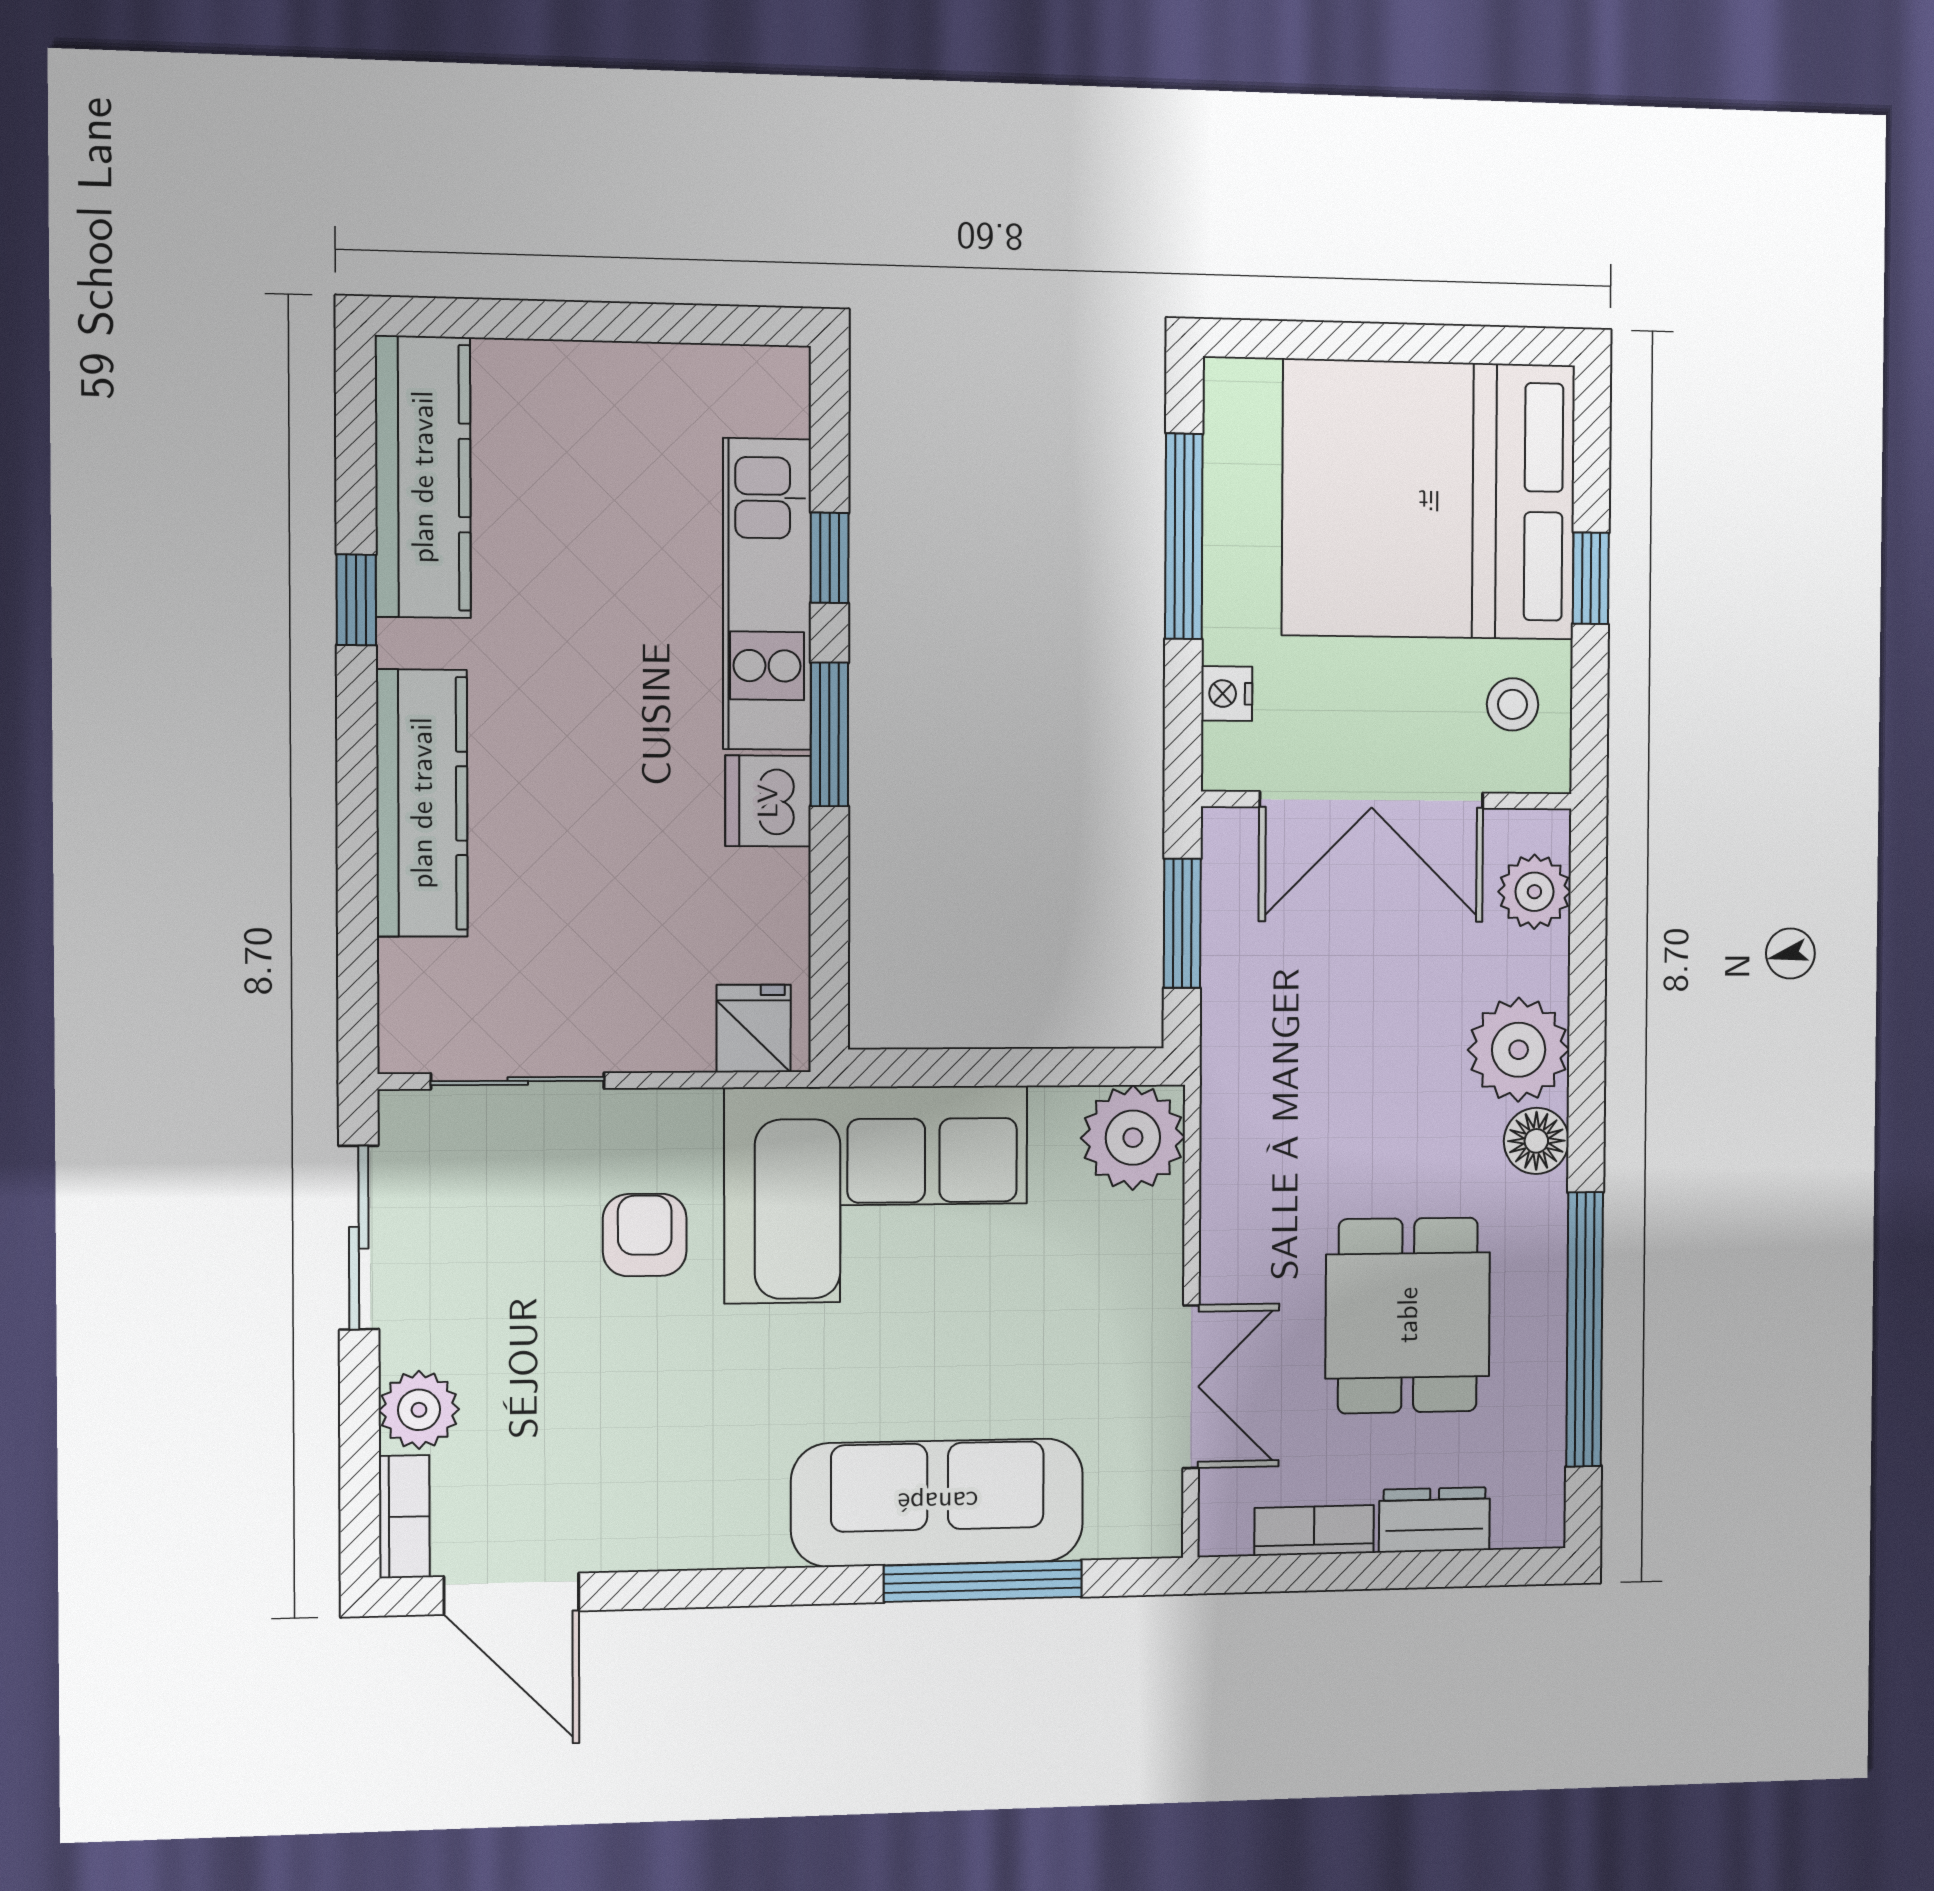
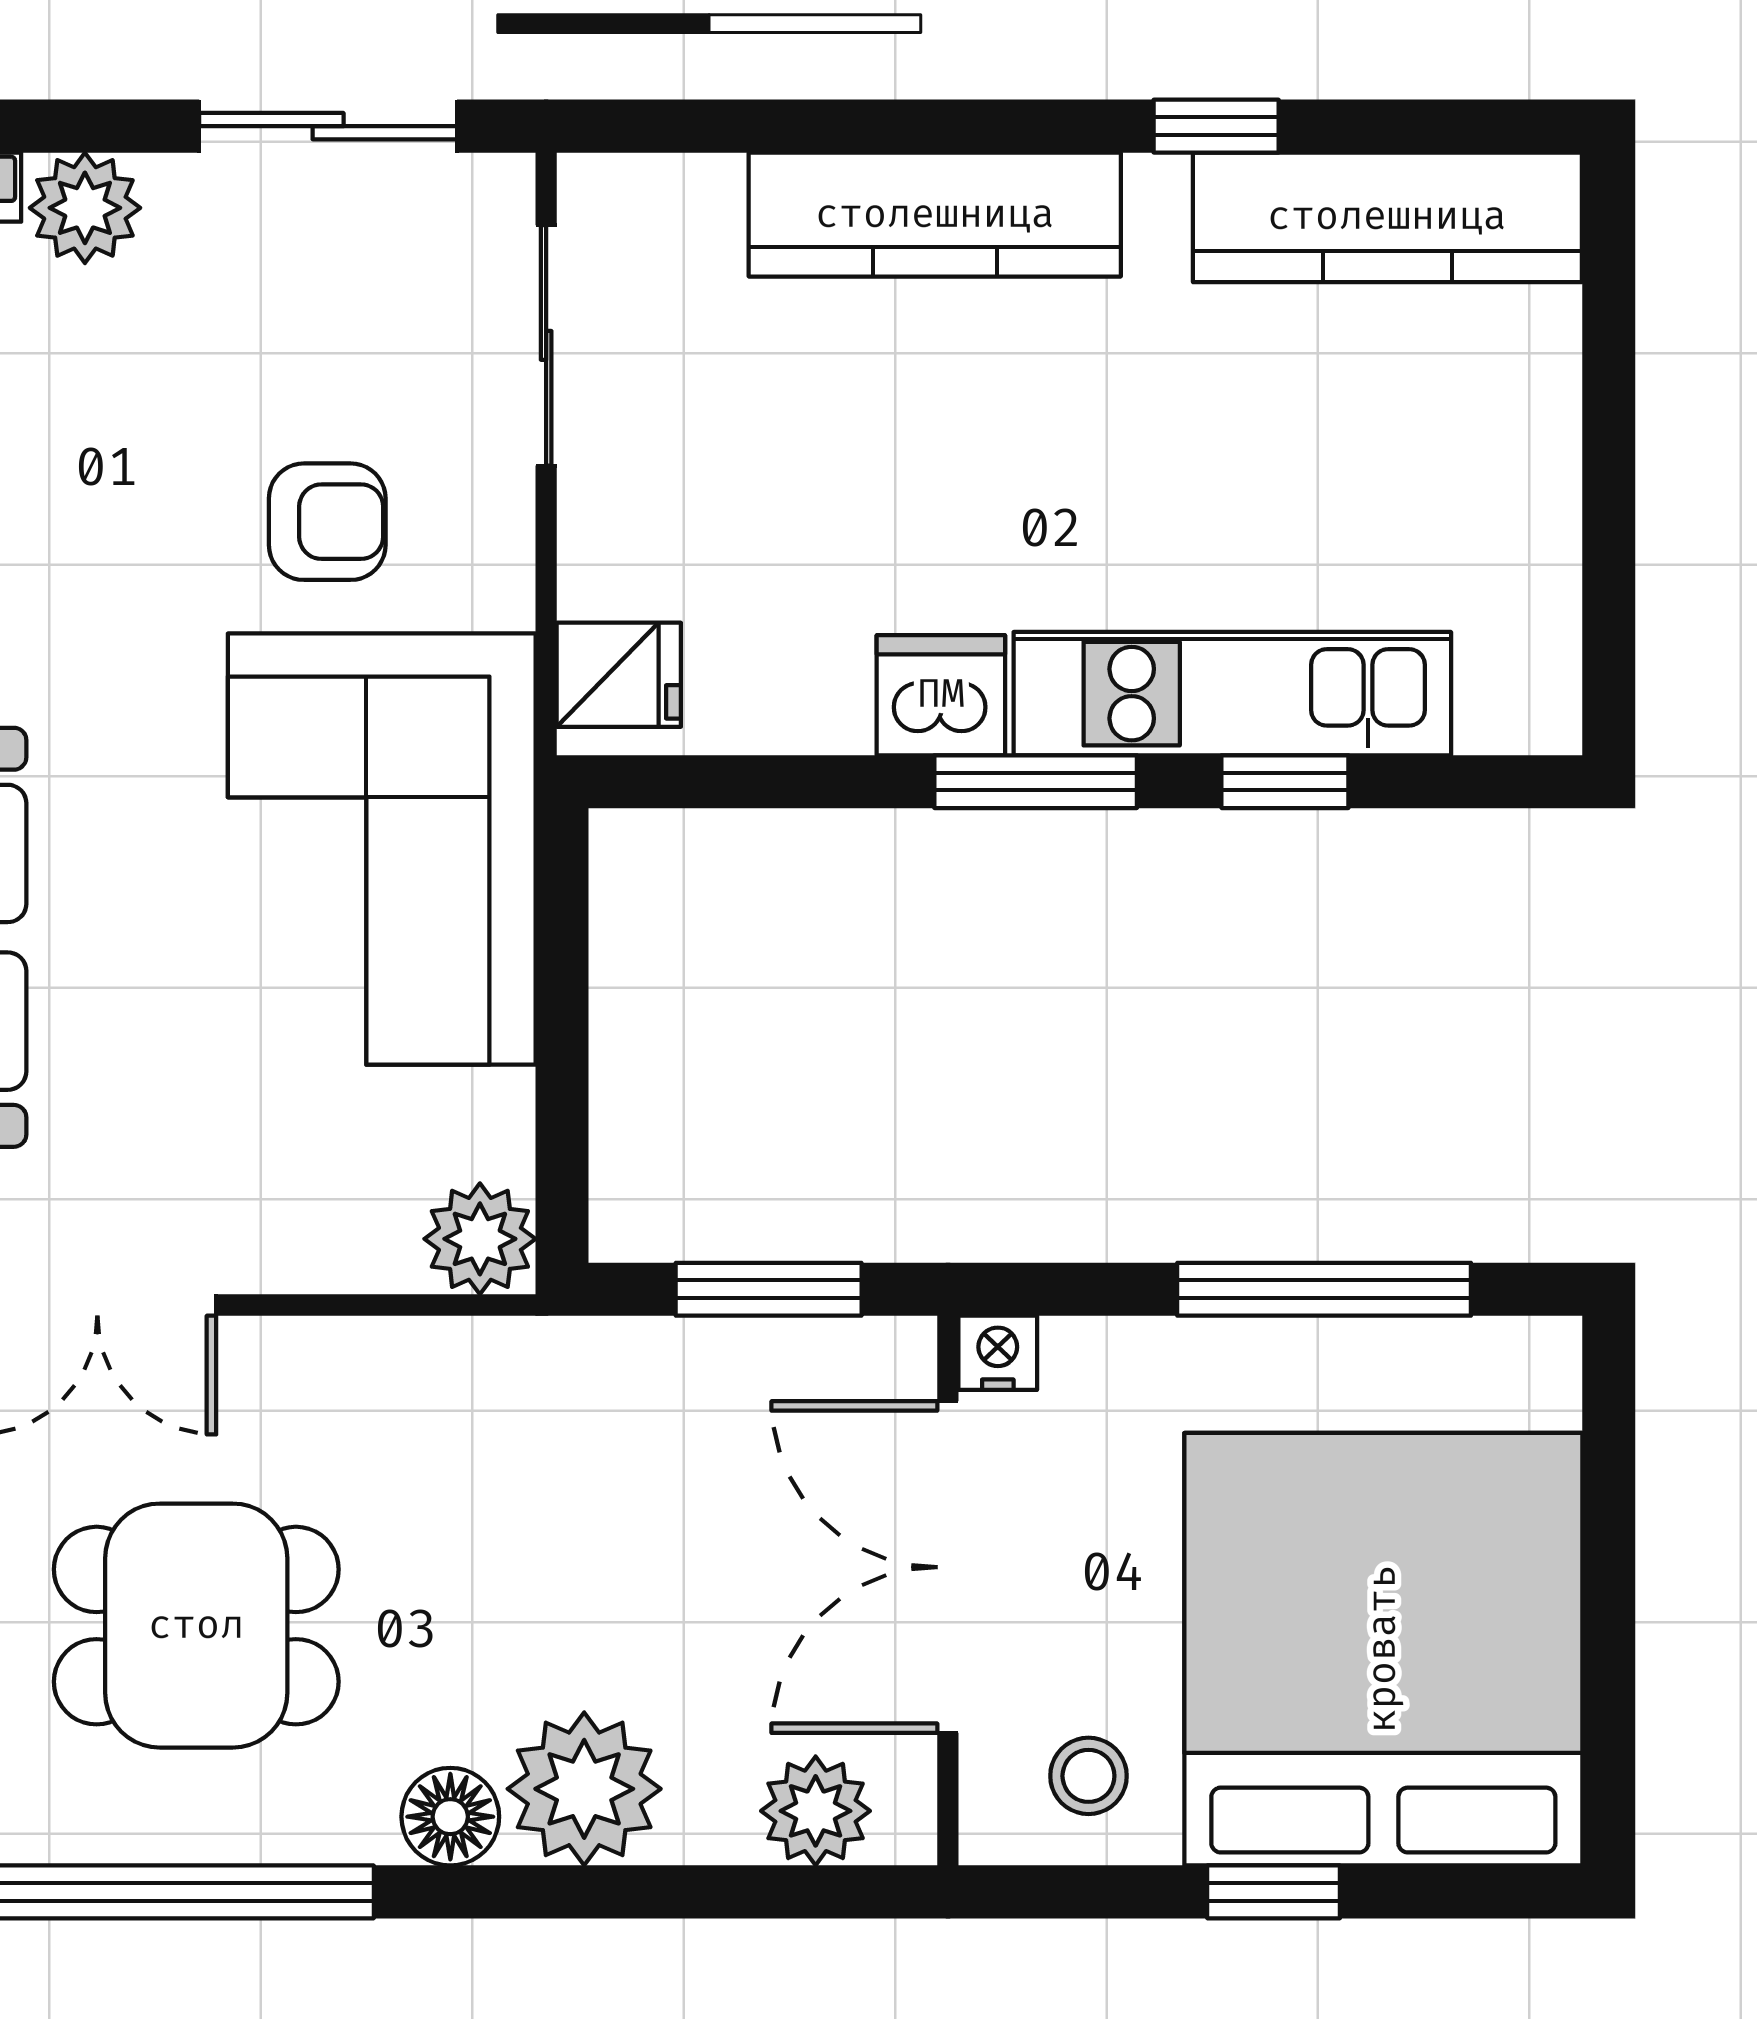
nightstand: (1227, 694) -> (998, 1353), moved
plant: (1133, 1138) -> (480, 1239), width x0.73, depth x0.73

